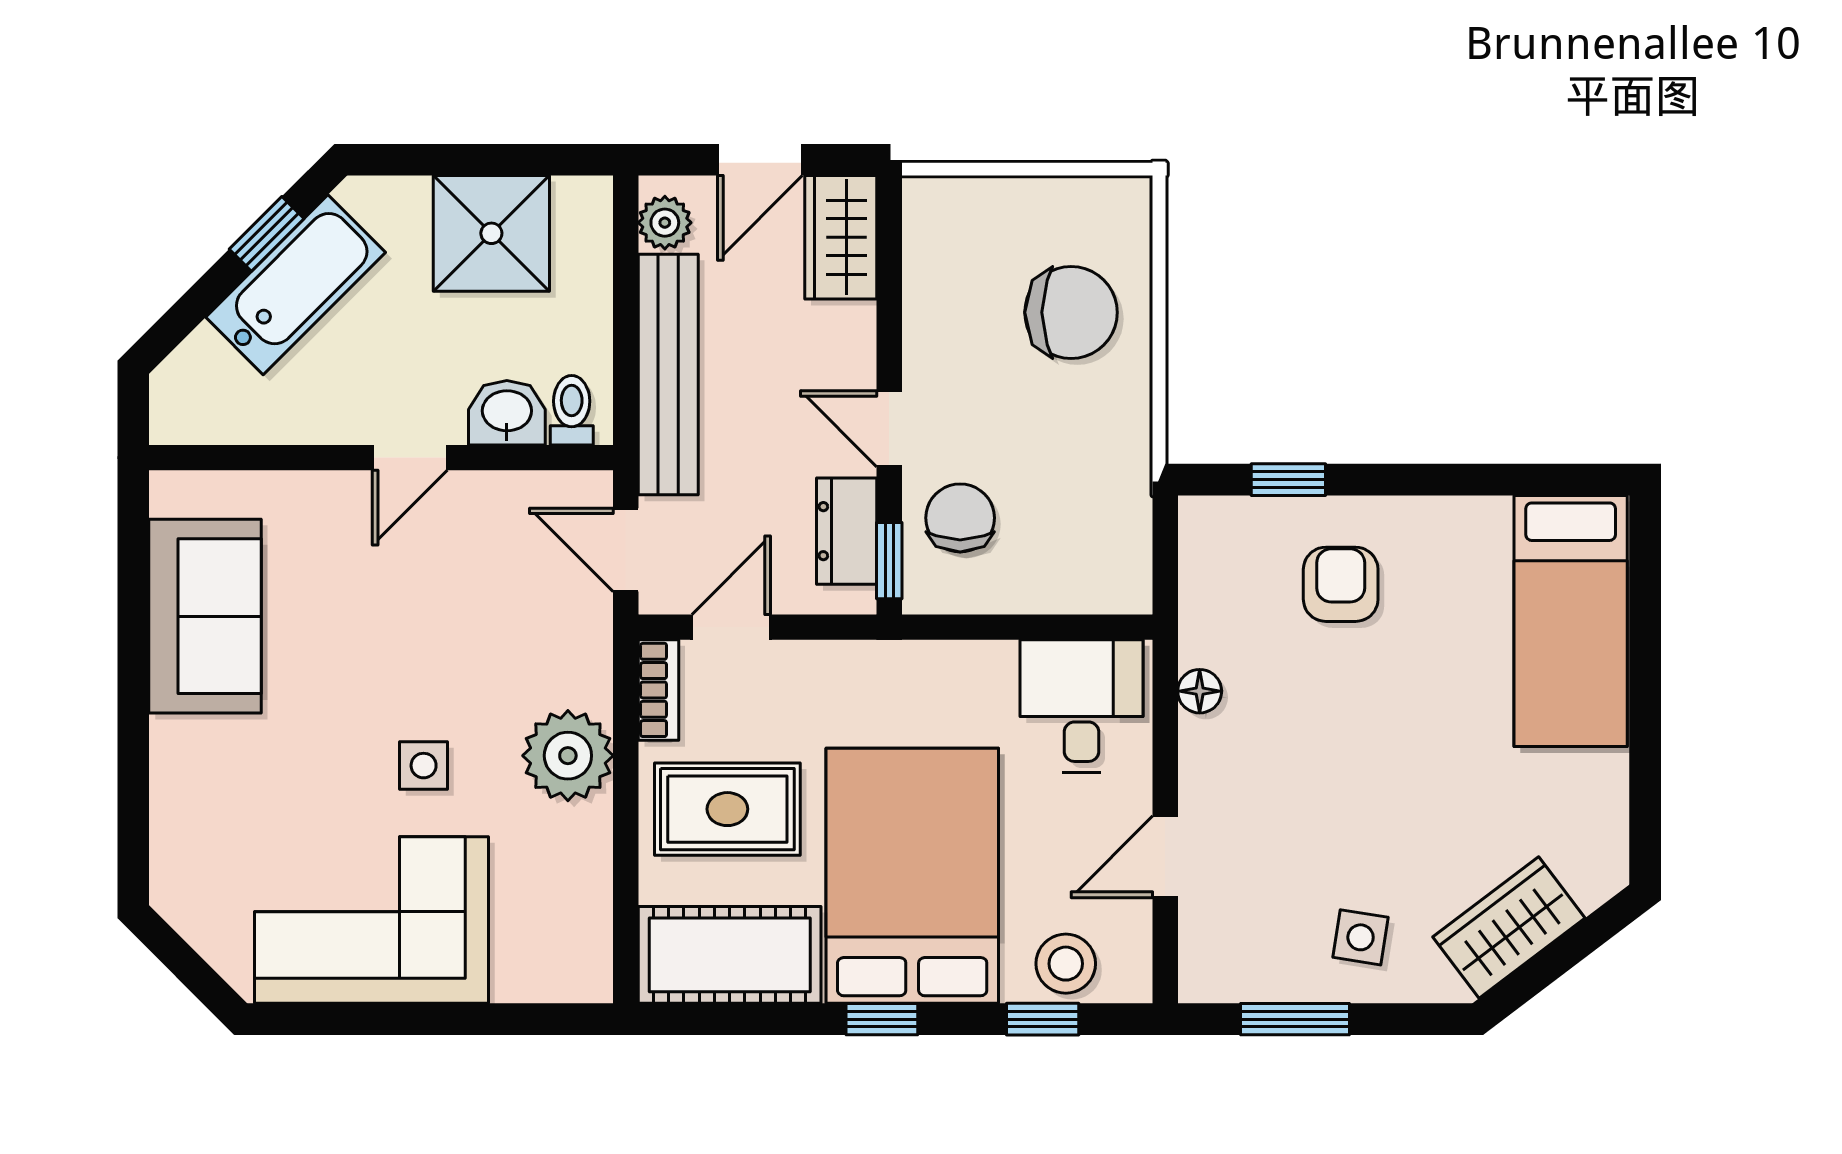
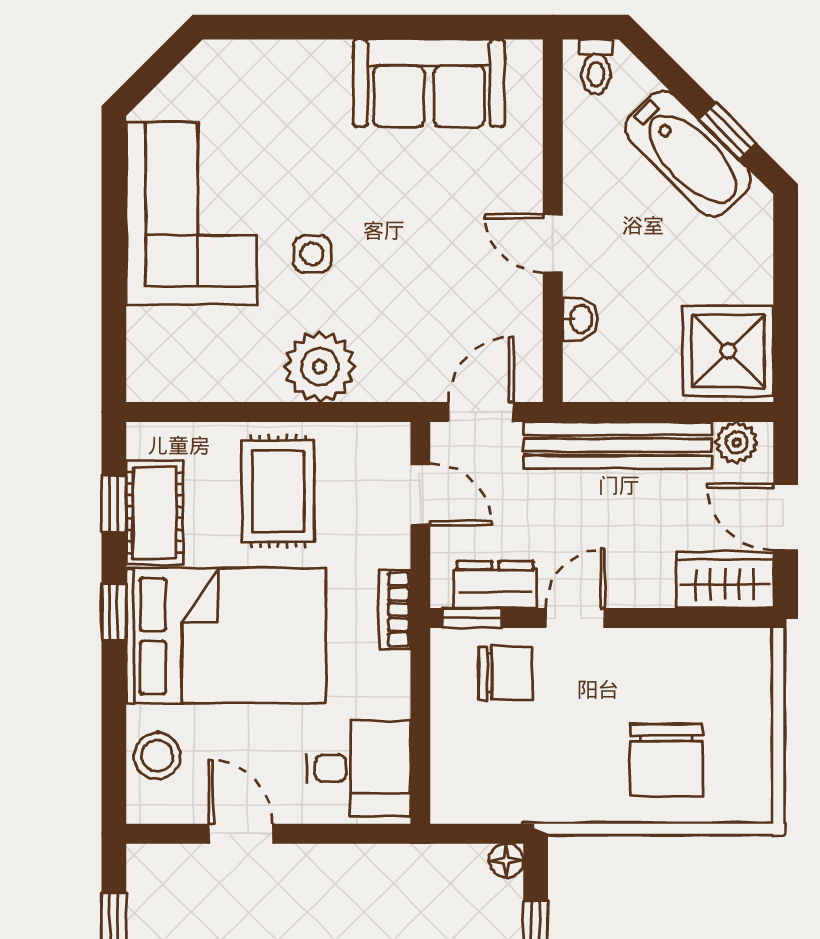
shower: (491, 233) -> (728, 351), moved
toilet: (572, 410) -> (596, 67), moved, turned 90
washbasin: (507, 413) -> (580, 319), width x0.72, depth x0.69
bookcase: (658, 690) -> (395, 609), moved, turned 90
floor lamp: (1200, 691) -> (506, 861), moved
cot: (730, 955) -> (154, 512), width x0.73, depth x0.75
window: (1043, 1019) -> (114, 504), moved

